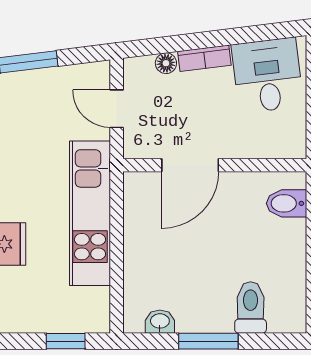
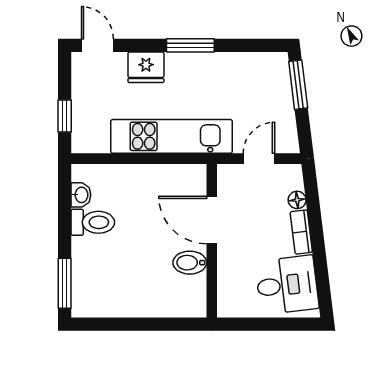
bidet: (287, 203) -> (190, 263), moved, turned -90
toilet: (251, 307) -> (93, 222), moved
window: (208, 341) -> (65, 283), moved

